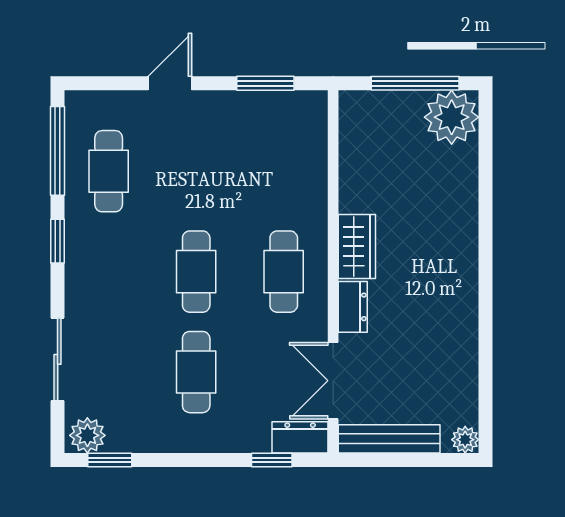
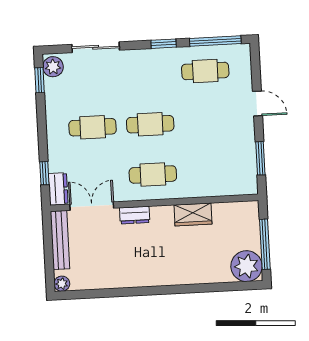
wardrobe: (357, 246) -> (193, 214), moved

